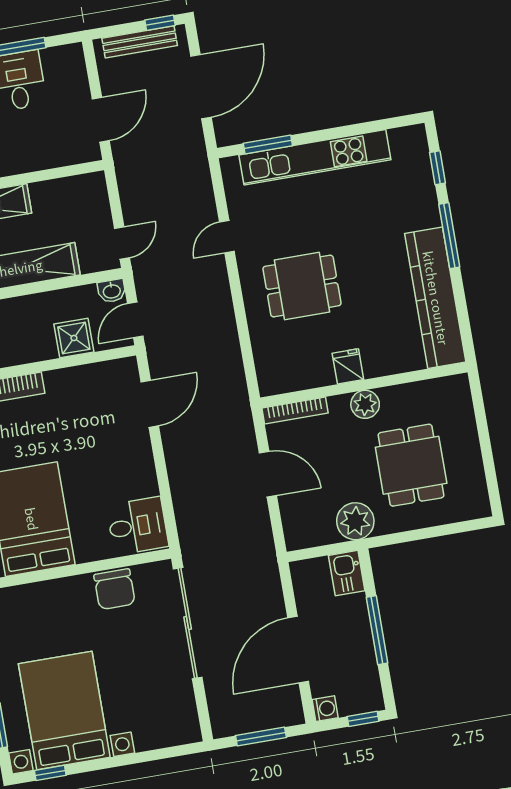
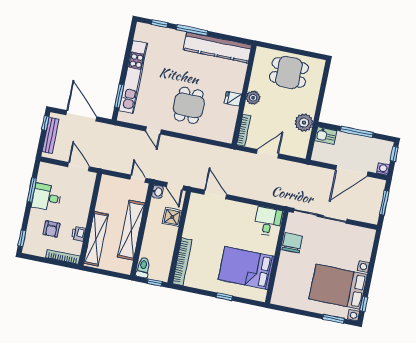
dining table: (411, 465) -> (289, 73), moved
chair: (115, 589) -> (292, 243), turned -90
door: (298, 650) -> (352, 171), hinge flipped

